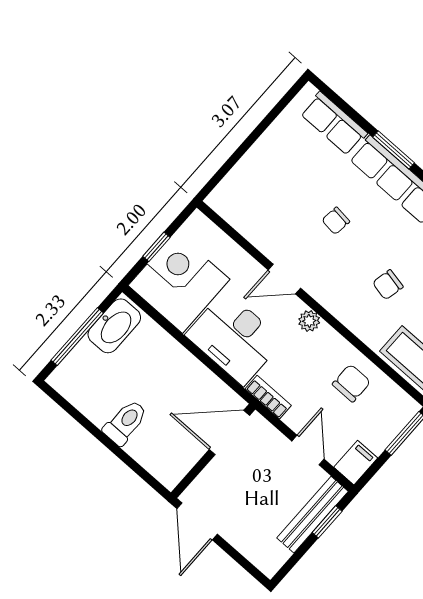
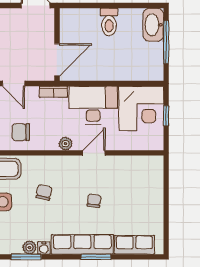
washbasin: (114, 326) -> (153, 25), moved
chair: (351, 383) -> (21, 132), turned 90

